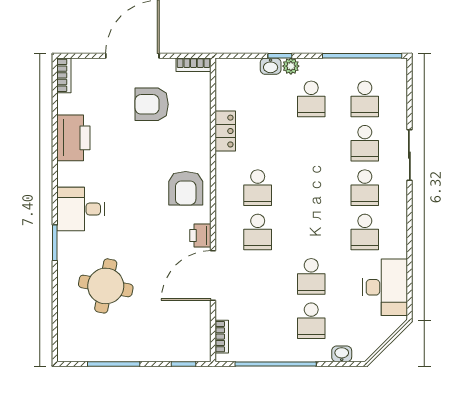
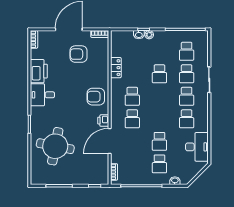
school desk: (311, 99) -> (159, 74), moved
armchair: (186, 188) -> (96, 97), turned 90
desk: (80, 209) -> (42, 95), moved
round table: (106, 286) -> (55, 146), width x1.36, depth x1.36

